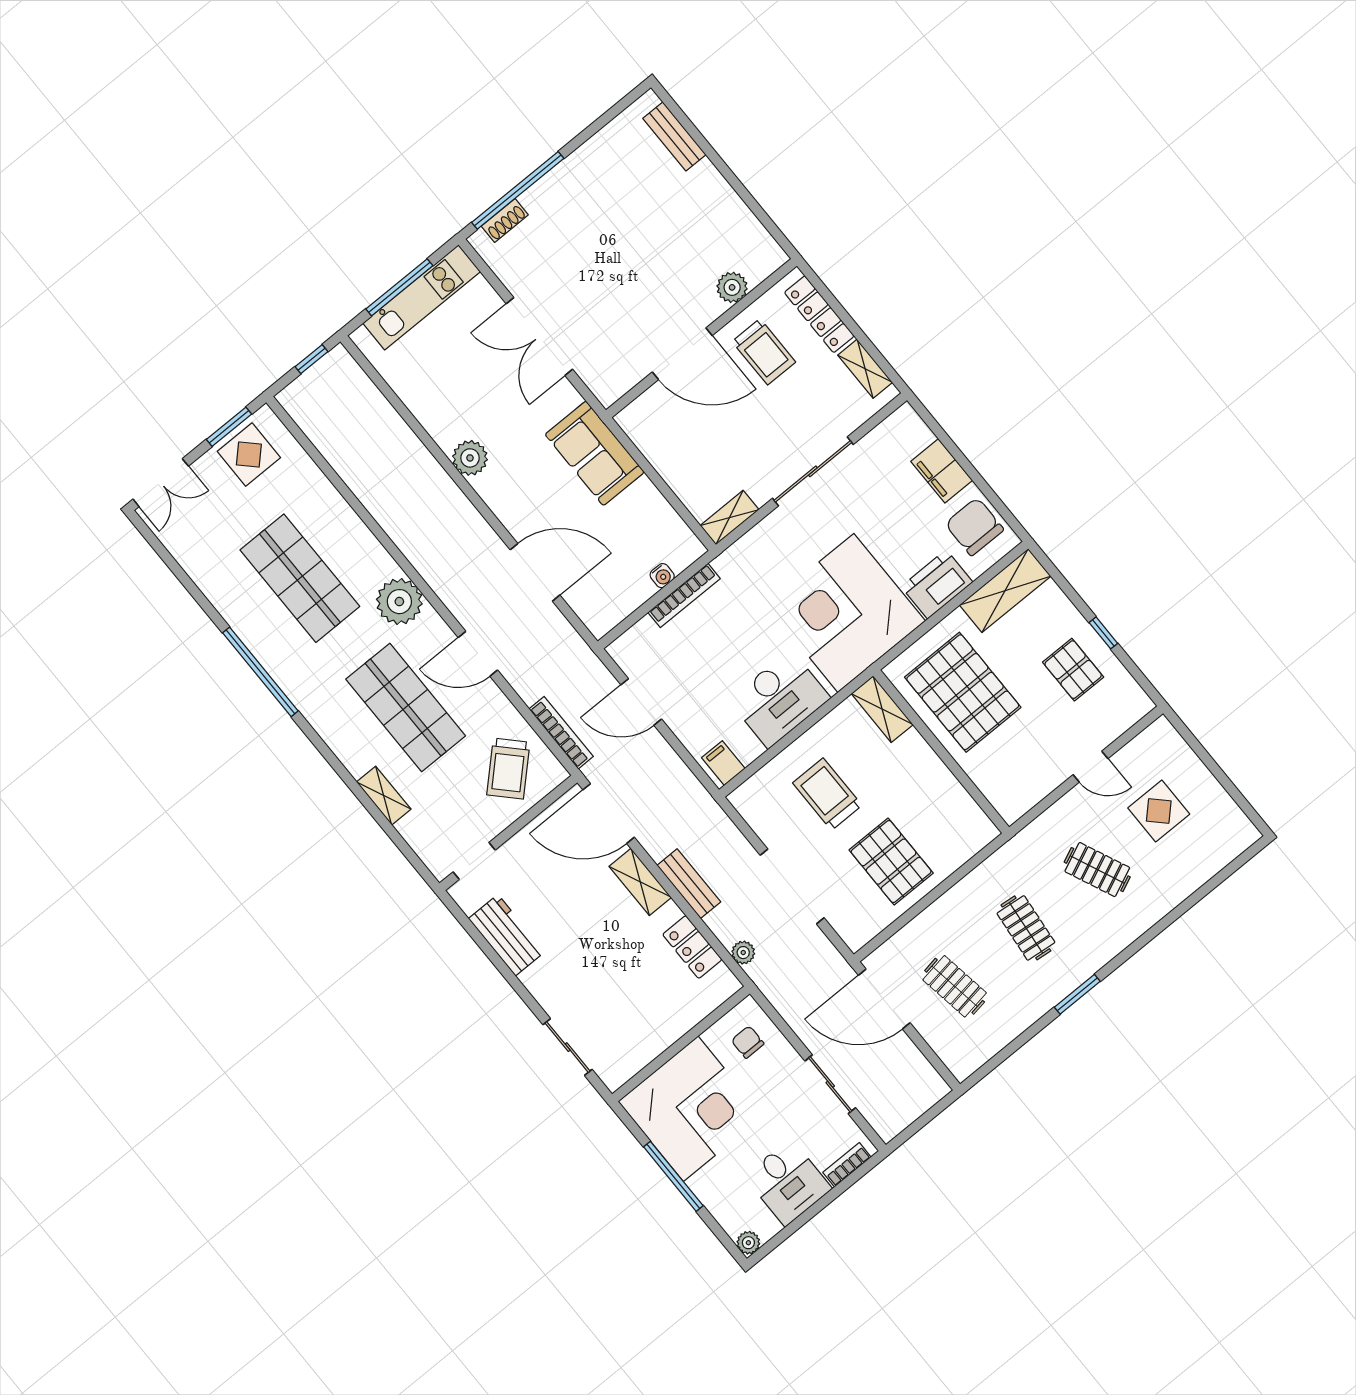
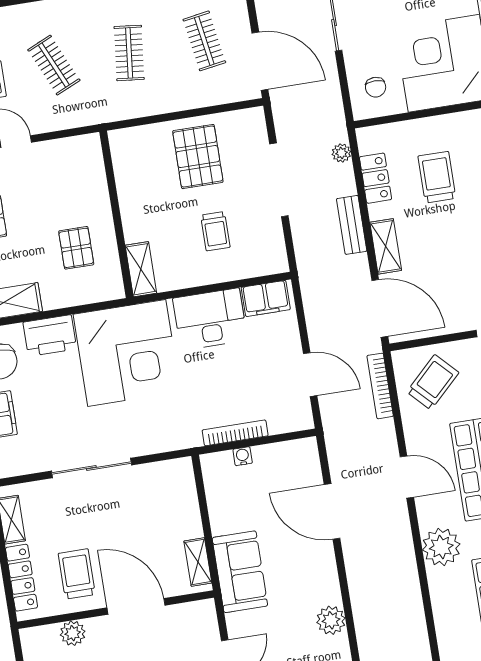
shelving: (730, 518) -> (198, 562), moved, turned 90
pallet: (963, 692) -> (76, 248), width x0.49, depth x0.50
filing cabinet: (723, 763) -> (266, 298), width x2.00
trolley: (827, 794) -> (215, 231), width x0.73, depth x0.72
trolley: (629, 985) -> (437, 177), added

